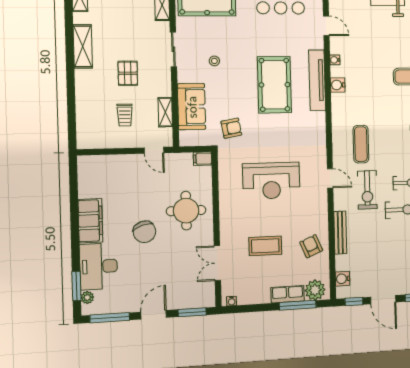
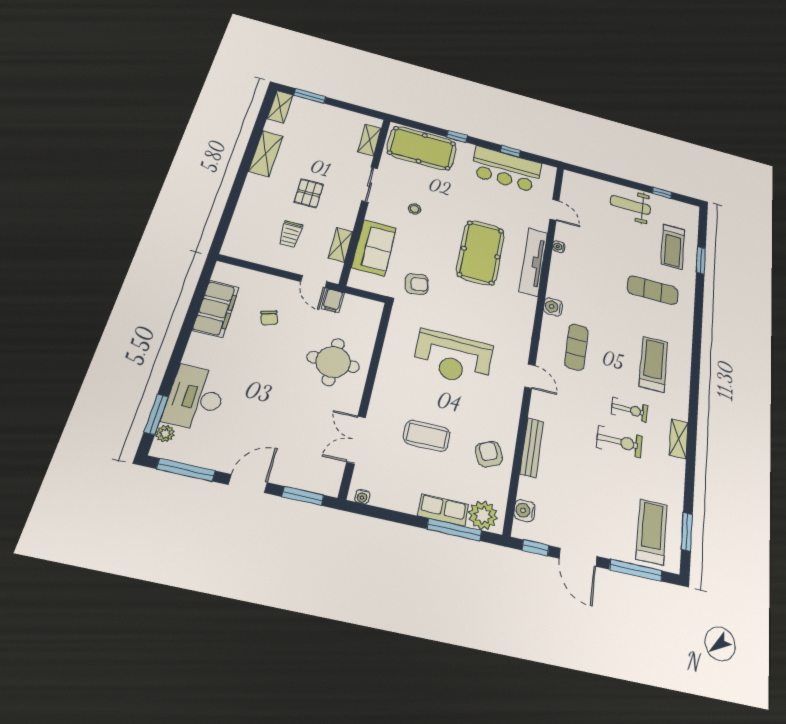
water cooler: (338, 85) -> (553, 307), moved
filing cabinet: (203, 159) -> (333, 301), moved, turned -90
exercise bike: (367, 190) -> (577, 404), removed
filing cabinet: (90, 221) -> (216, 309), moved
chair: (144, 232) -> (269, 318), moved, width x0.54, depth x0.54

